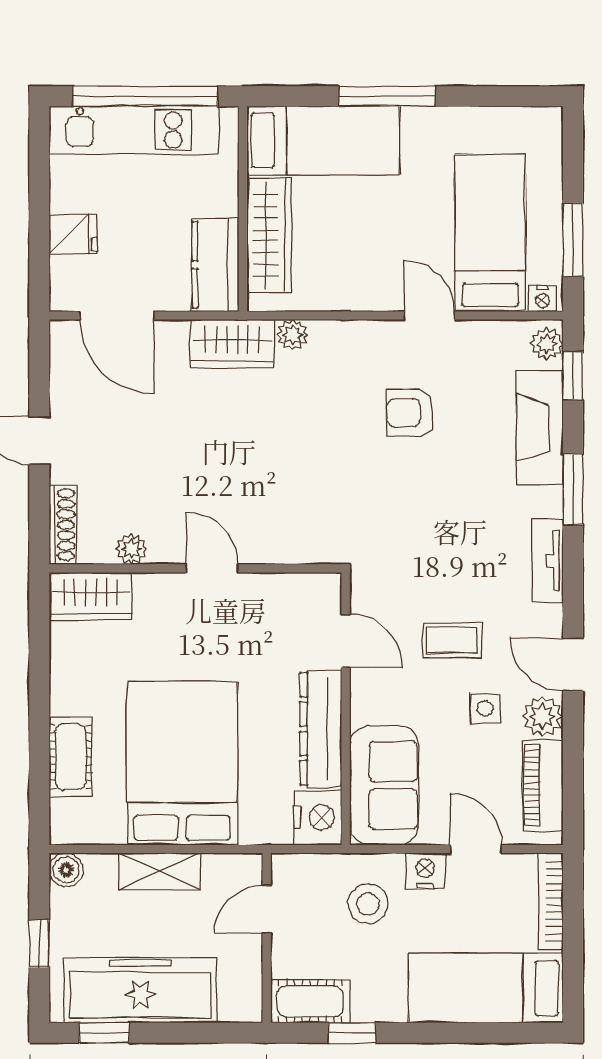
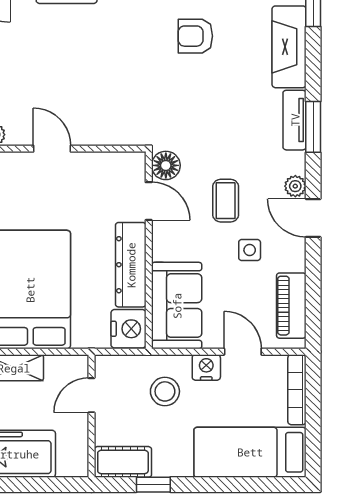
window: (573, 489) -> (313, 127), moved
tv unit: (547, 561) -> (295, 120), moved
floor lamp: (369, 592) -> (166, 165), added
coffee table: (452, 640) -> (226, 201), turned 90
plant: (543, 716) -> (295, 186), moved, width x0.73, depth x0.73

